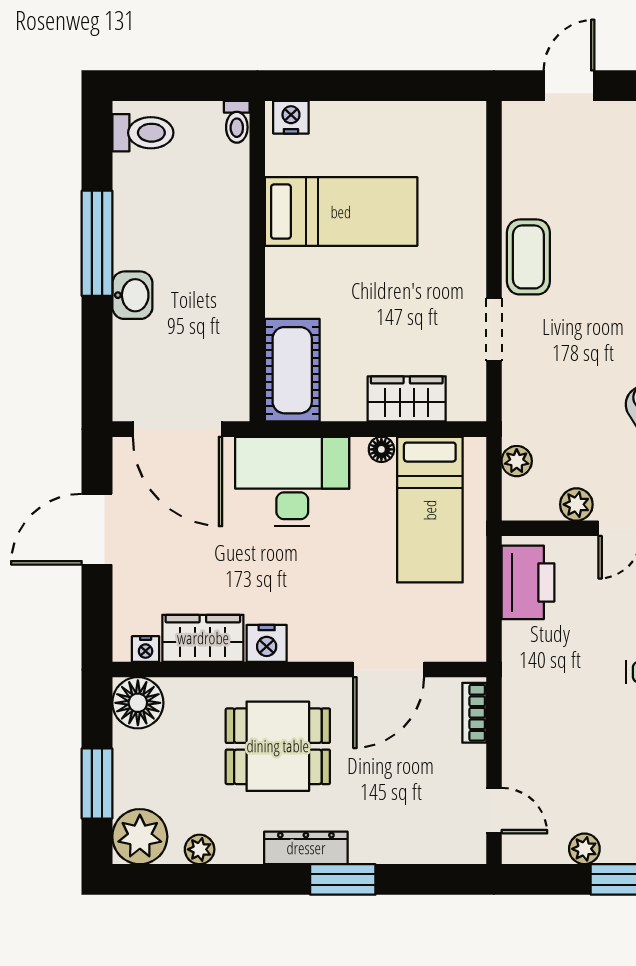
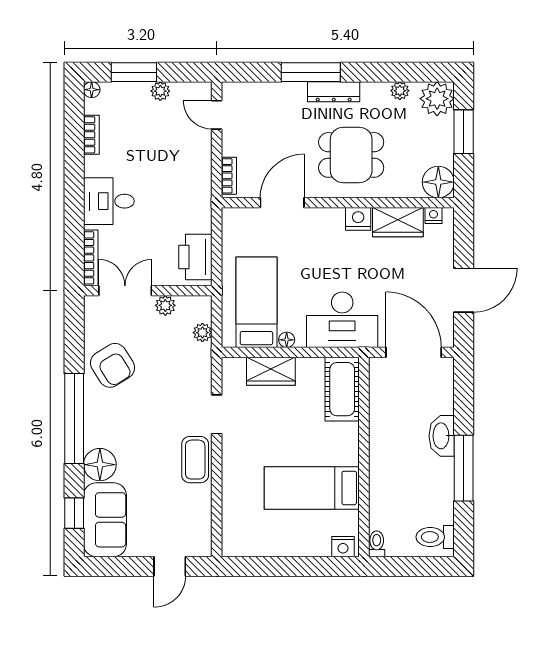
washbasin: (132, 295) -> (442, 436), width x1.38
window: (343, 879) -> (311, 72), width x1.44

